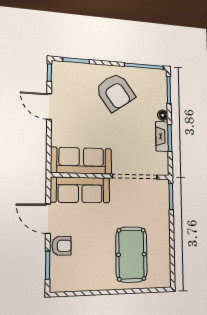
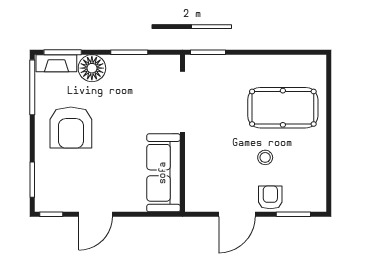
armchair: (115, 92) -> (71, 128), turned 125
floor lamp: (163, 115) -> (92, 68), width x1.89, depth x1.89
fireplace: (162, 136) -> (56, 63), moved
sofa: (80, 190) -> (201, 174), removed
stool: (93, 241) -> (265, 157), added

